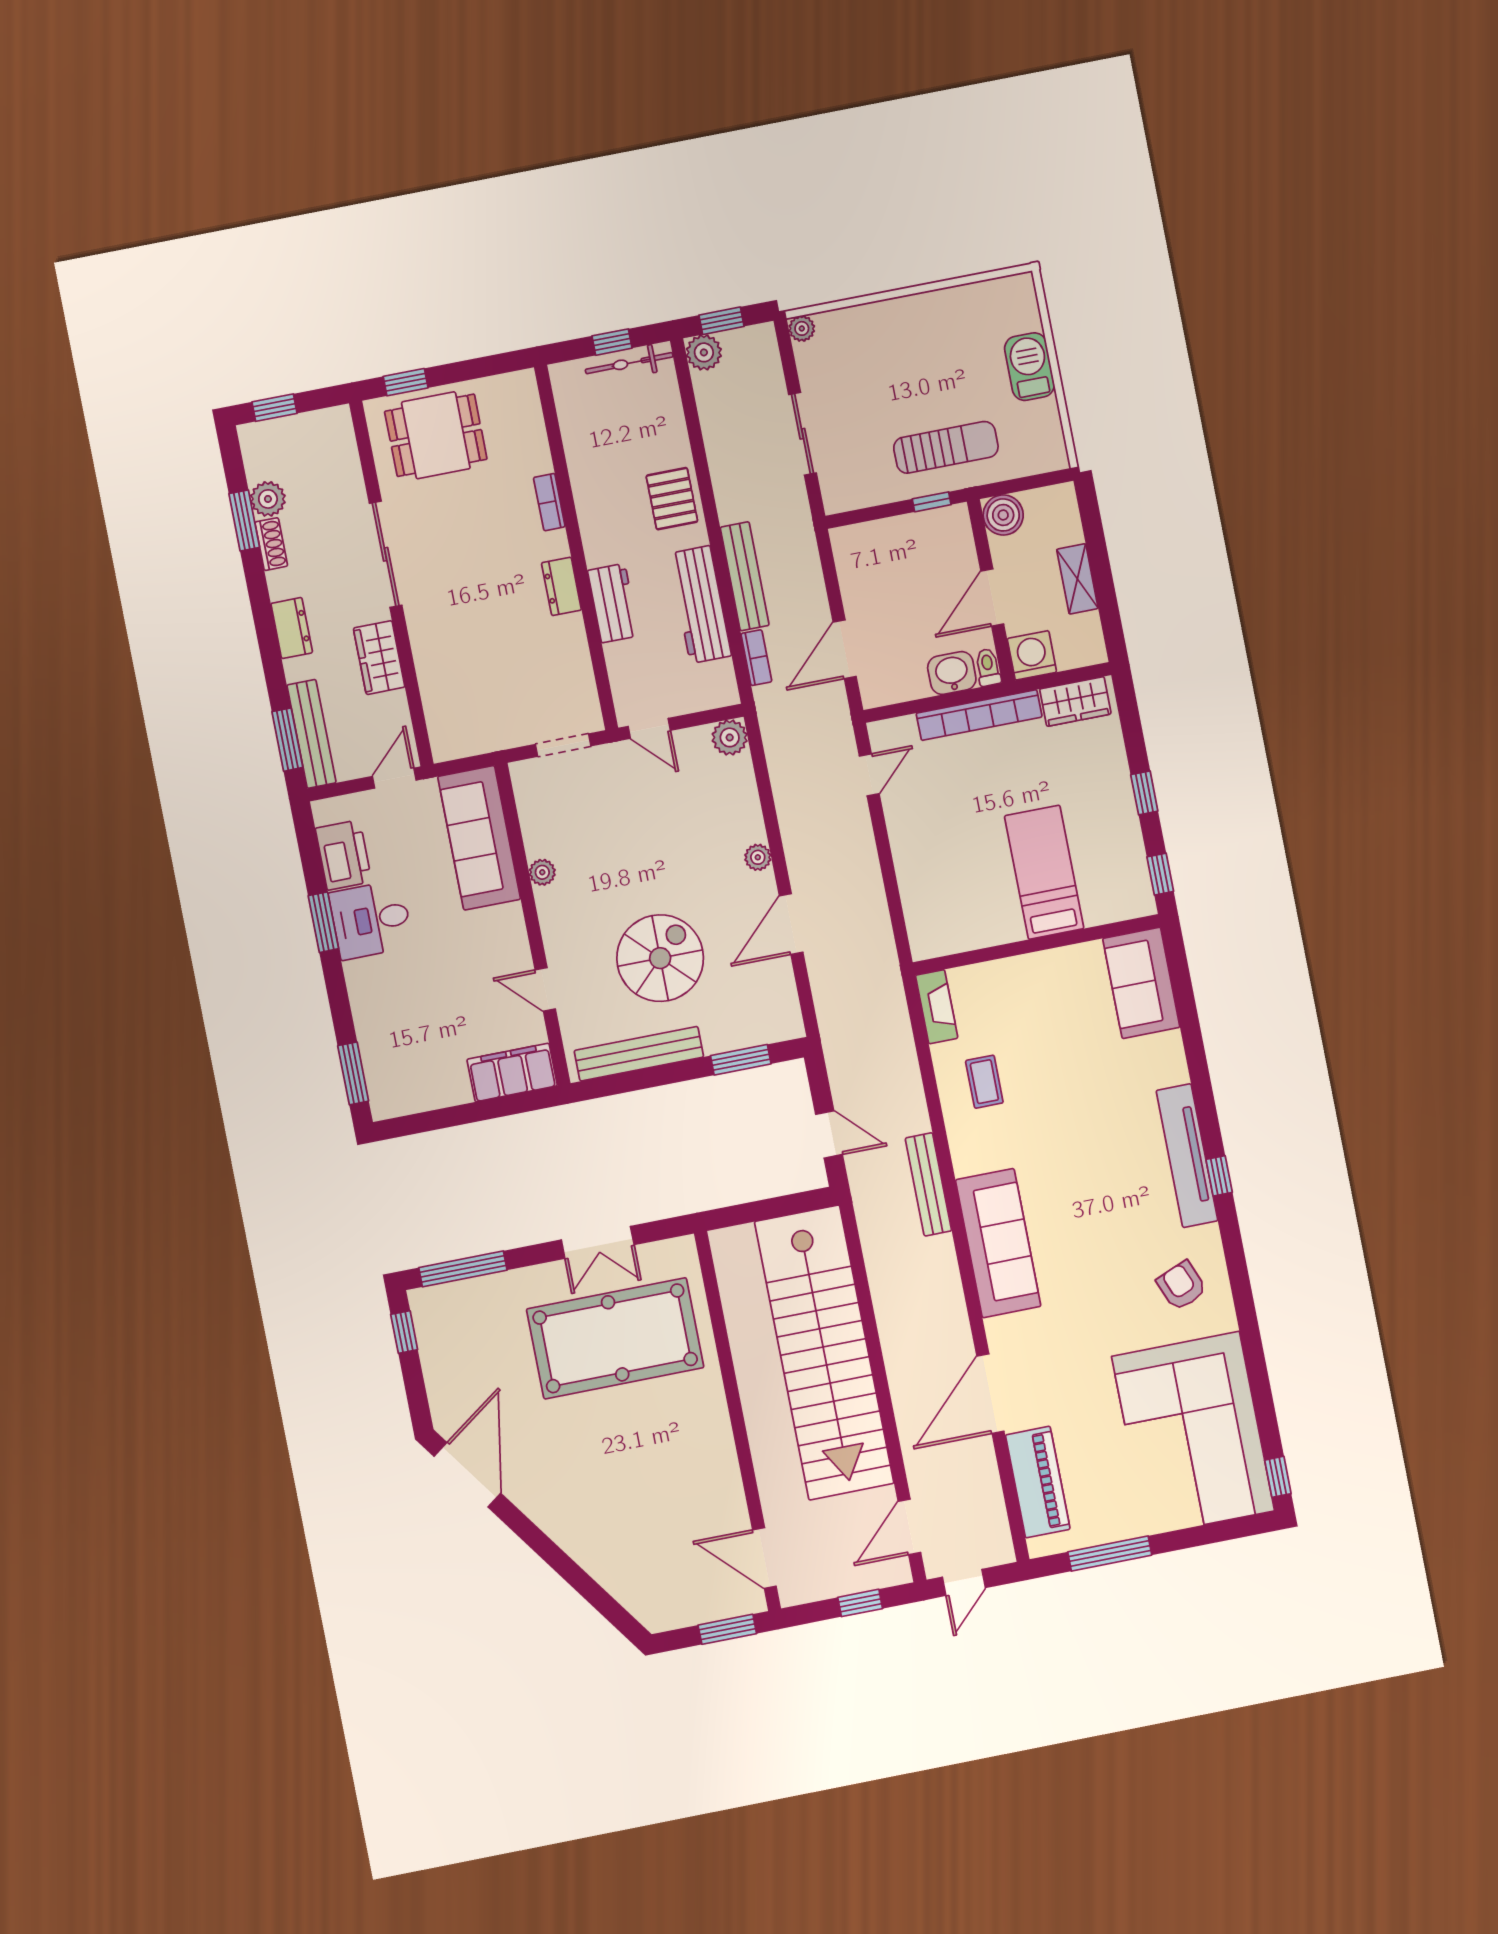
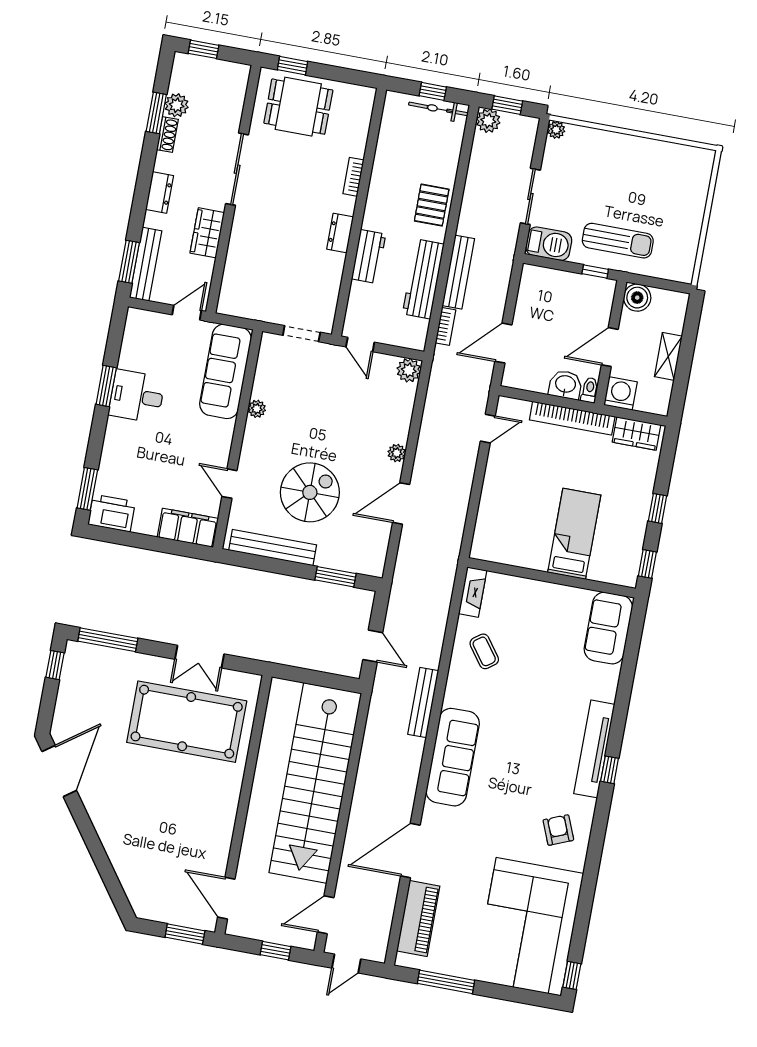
barbecue: (1029, 367) -> (549, 244), moved, turned 90
printer: (344, 855) -> (112, 513), moved, turned -90
coffee table: (984, 1082) -> (484, 651), turned -36

